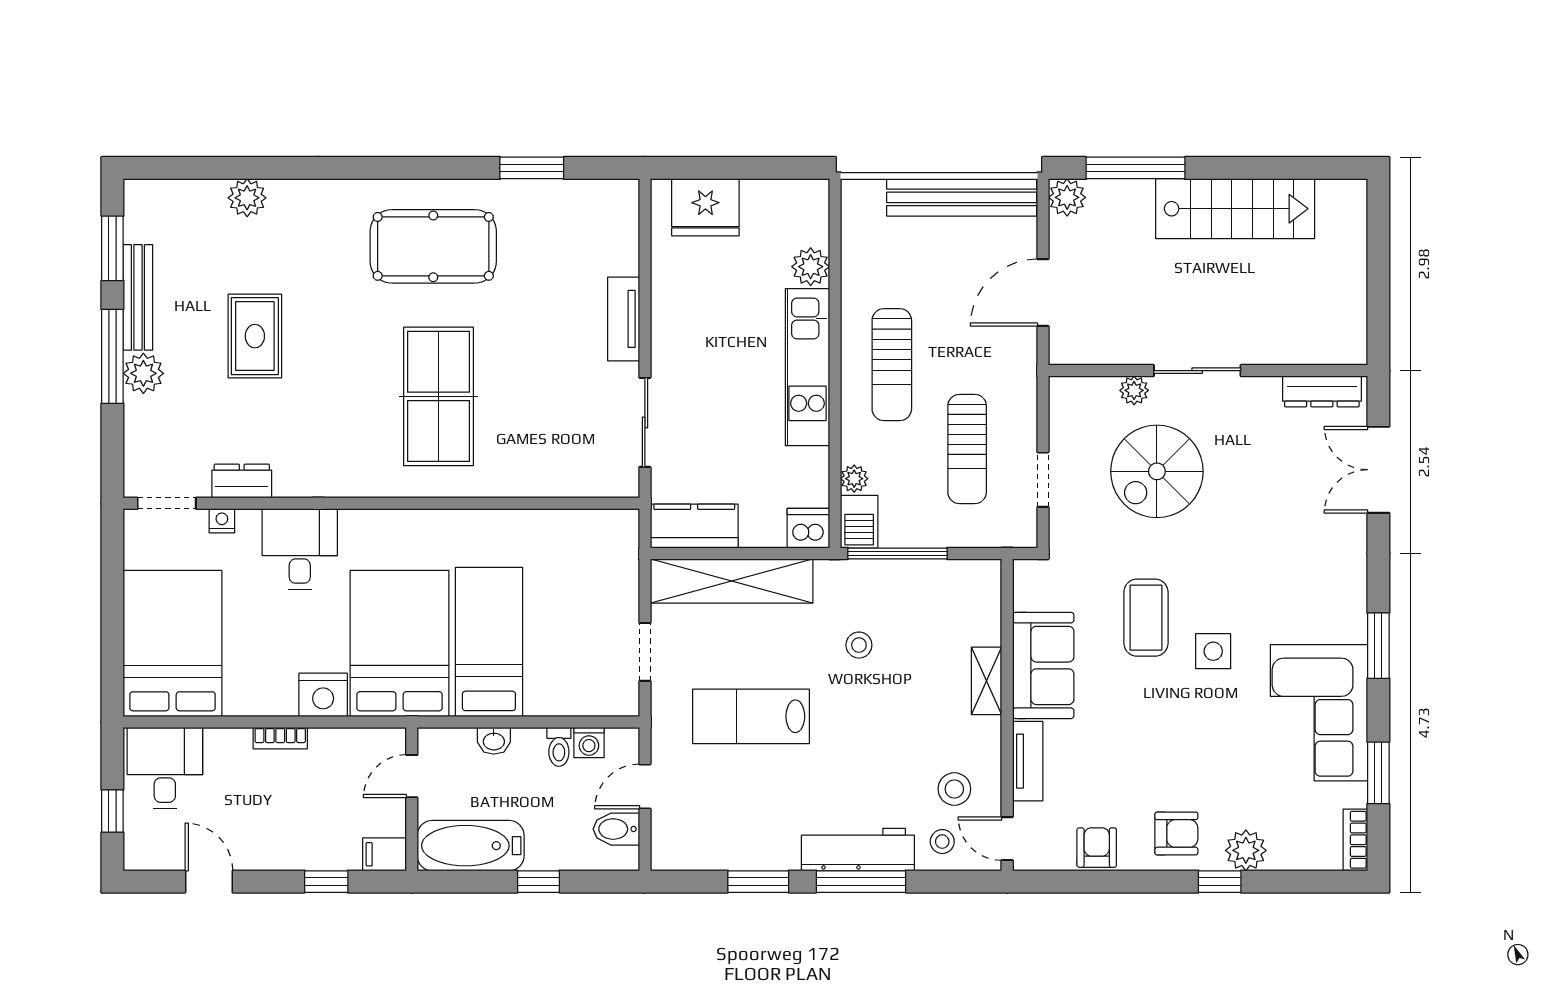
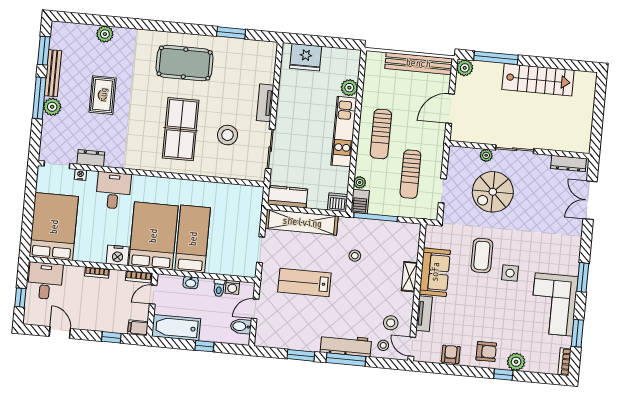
stool: (546, 400) -> (228, 135), added
bookcase: (375, 739) -> (139, 277), added

